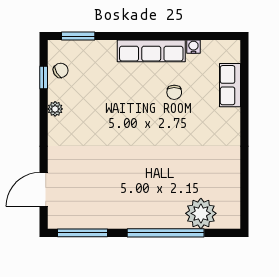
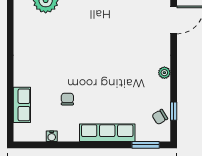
row of seats: (151, 51) -> (107, 133), moved
plant: (55, 109) -> (164, 73), moved

